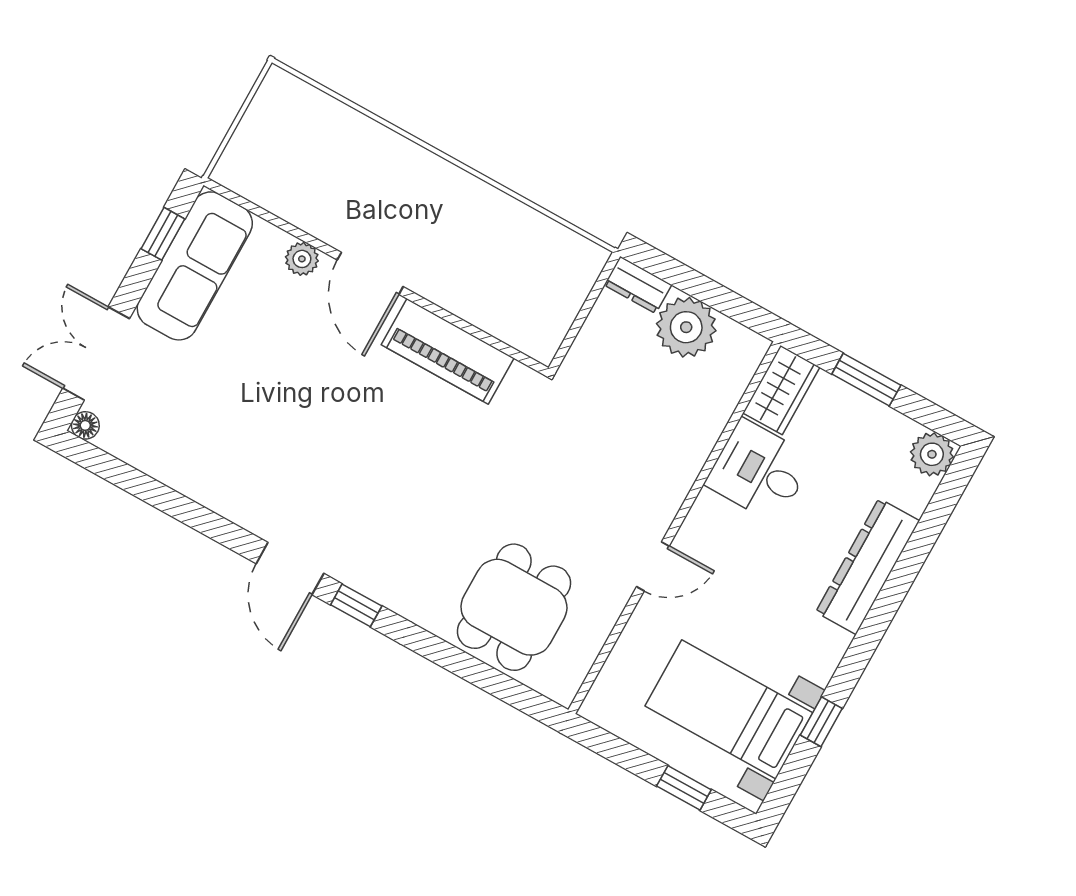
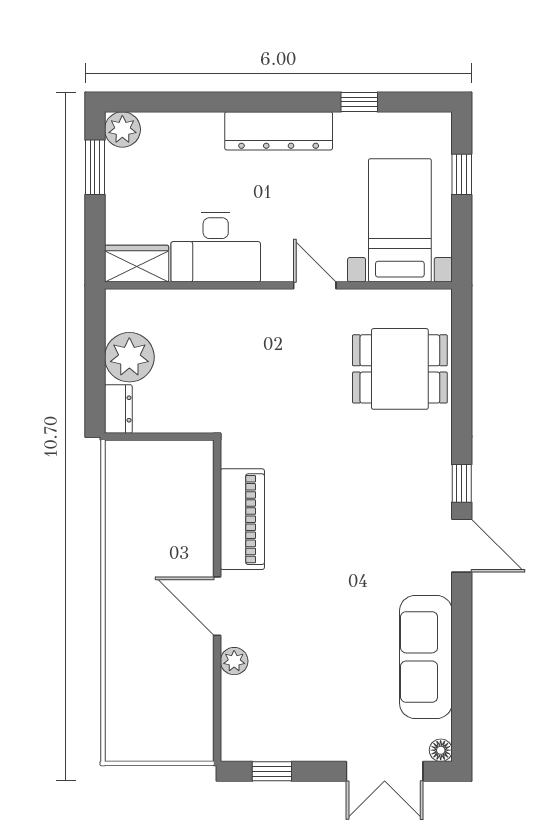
sofa: (195, 266) -> (426, 657), moved, turned -90
door: (370, 273) -> (217, 606), swing flipped
window: (866, 380) -> (95, 167), moved
desk: (759, 471) -> (216, 247), width x1.37
dresser: (868, 566) -> (279, 131), moved
door: (290, 569) -> (462, 546), hinge flipped
bed with nightstands: (729, 709) -> (400, 220), moved, turned 180

